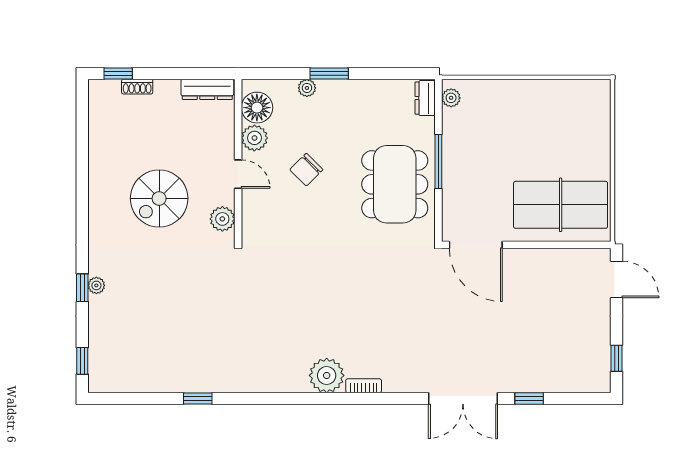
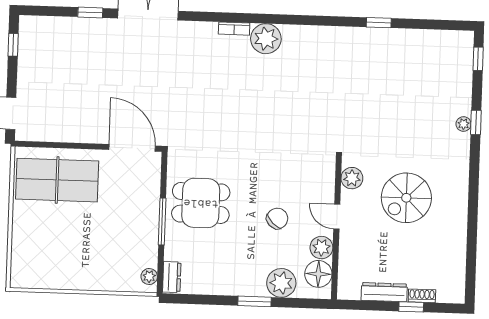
window: (118, 74) -> (411, 307), moved
plant: (307, 88) -> (281, 283), width x1.88, depth x1.88
dresser: (207, 89) -> (384, 292), moved
dining table: (395, 184) -> (201, 203), width x0.73
spiral stairs: (159, 198) -> (406, 198), turned 180

